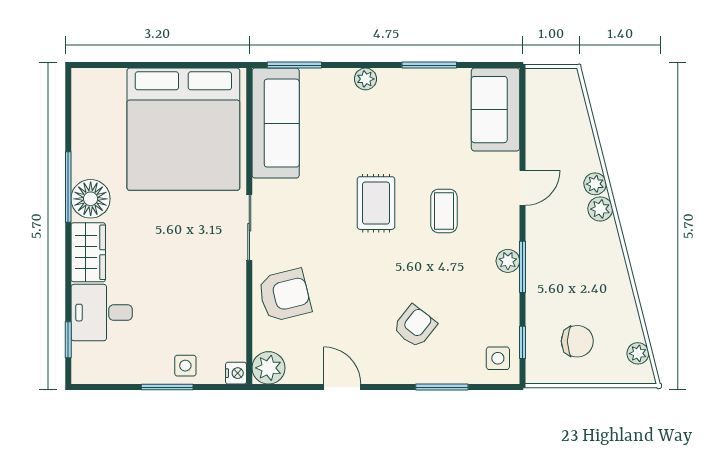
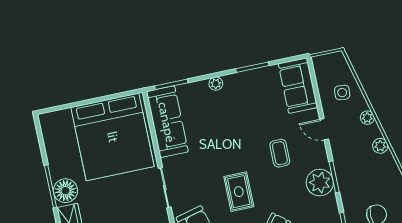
side table: (563, 135) -> (342, 93), added
door: (522, 188) -> (324, 129), swing flipped
rug: (376, 203) -> (239, 192), moved
plant: (600, 209) -> (380, 146), moved
plant: (508, 261) -> (320, 183), width x1.88, depth x1.88

